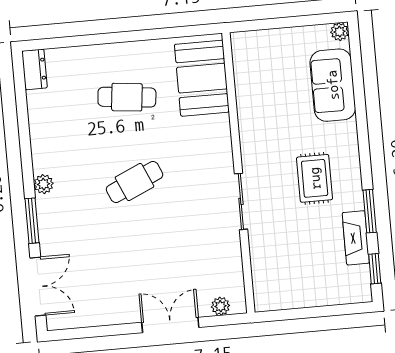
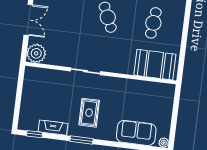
rug: (315, 178) -> (89, 113), turned 90
window: (370, 211) -> (81, 140), moved
plant: (220, 306) -> (36, 53), width x1.88, depth x1.88

